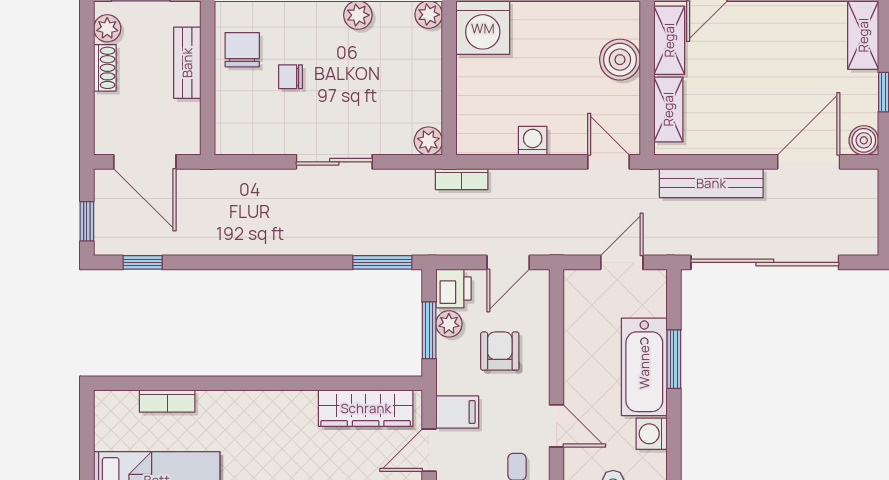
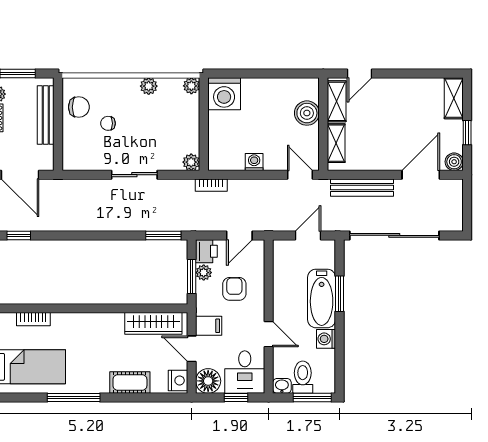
chair: (242, 50) -> (79, 107), turned 90
bench: (187, 63) -> (46, 115), width x1.36
door: (429, 450) -> (192, 349), hinge flipped

